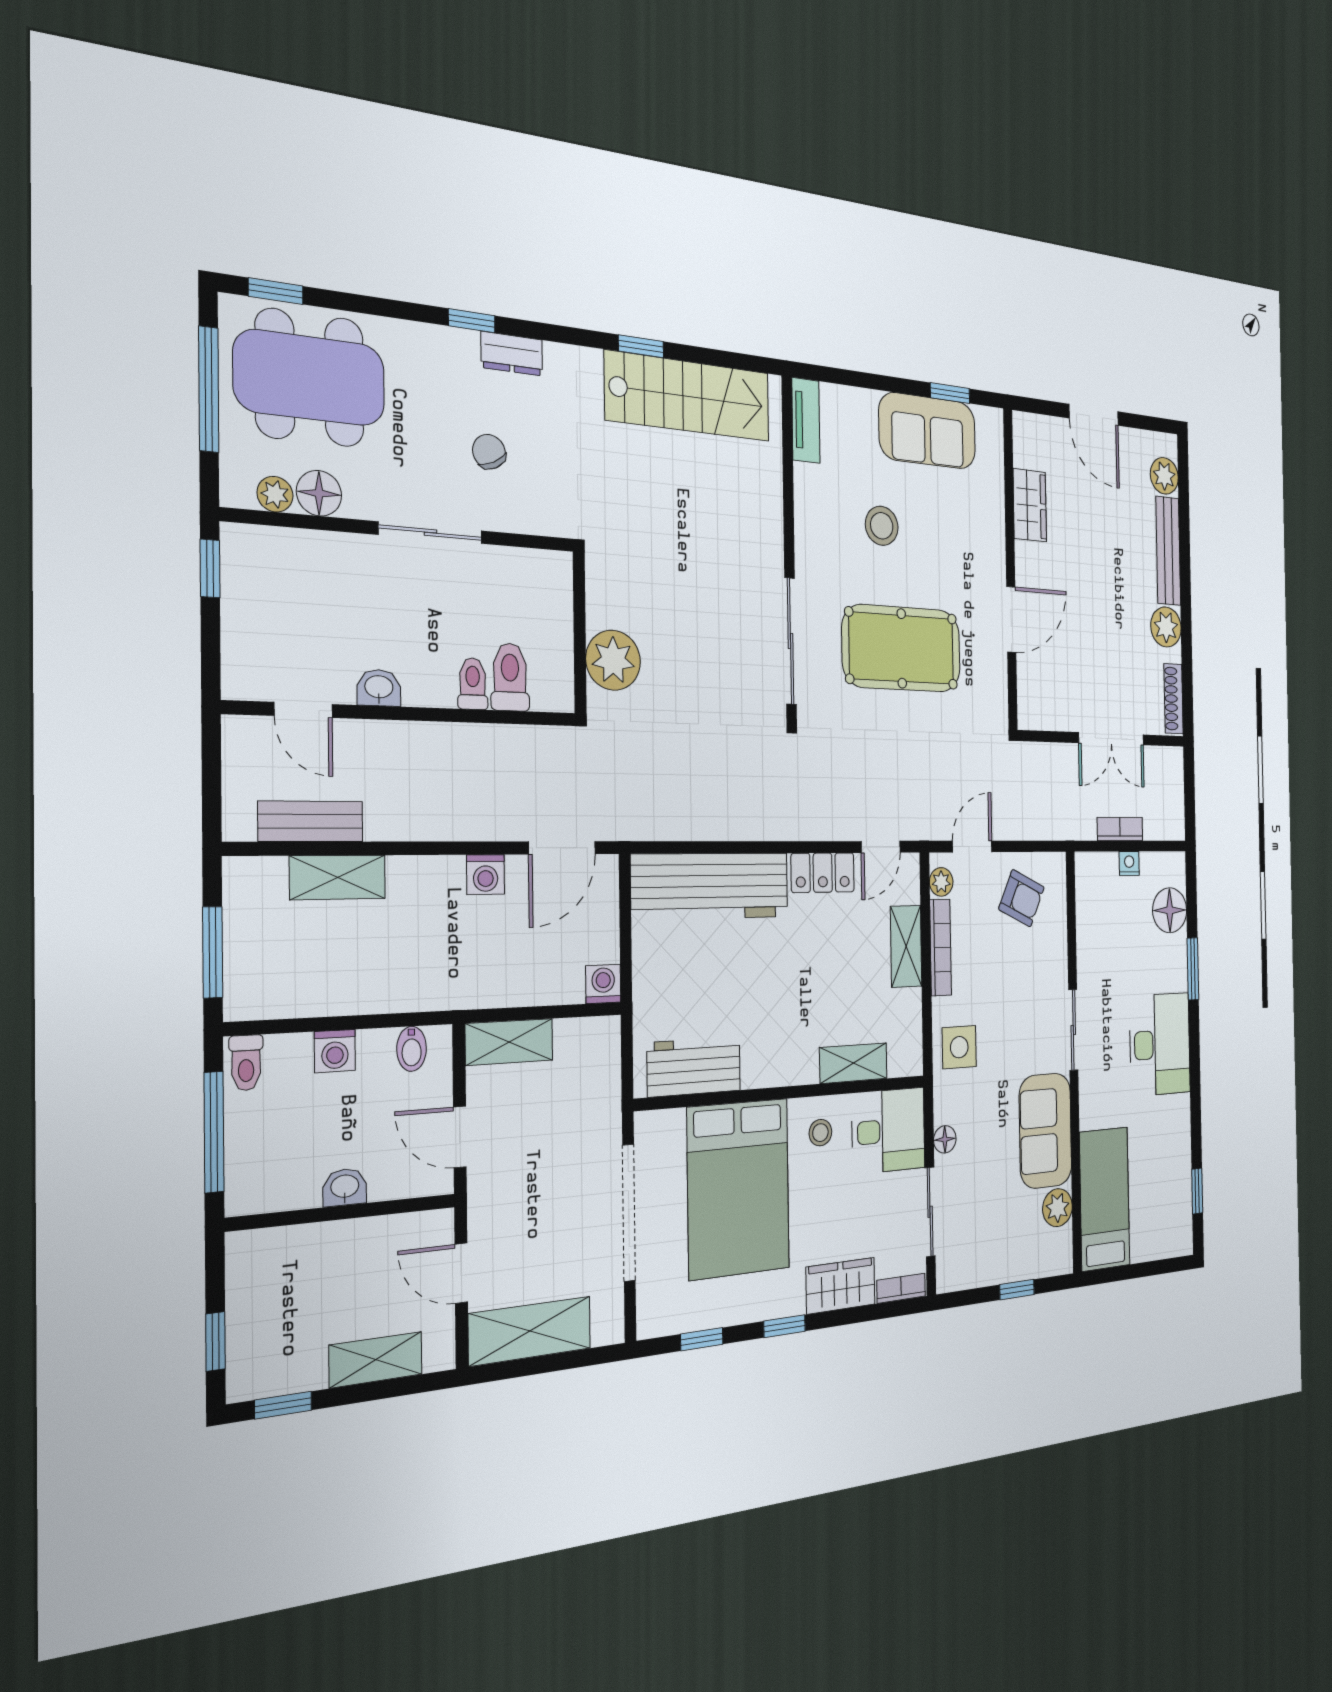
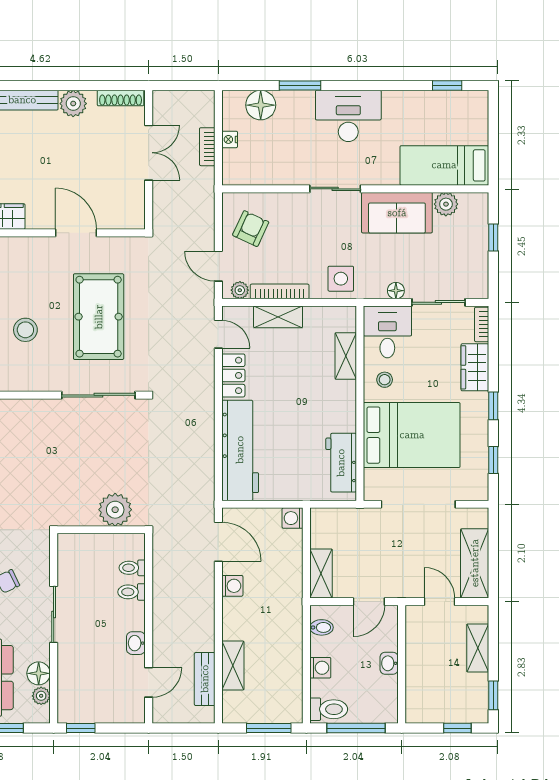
toilet: (510, 677) -> (132, 568), width x0.73, depth x0.72
toilet: (246, 1063) -> (329, 709), width x1.37, depth x1.39
door: (461, 1273) -> (440, 602), swing flipped

